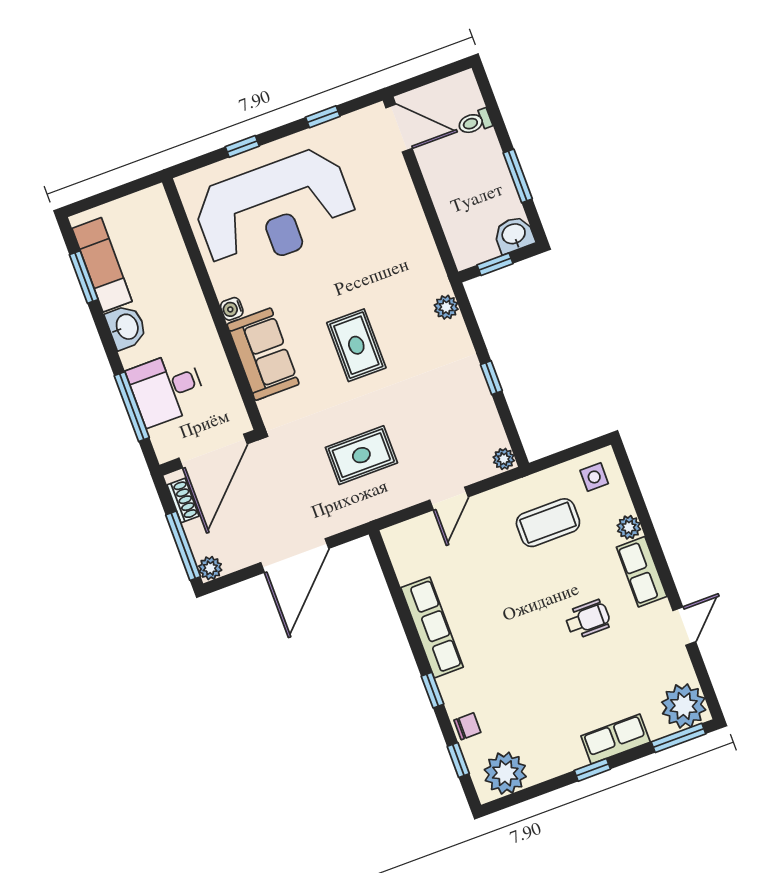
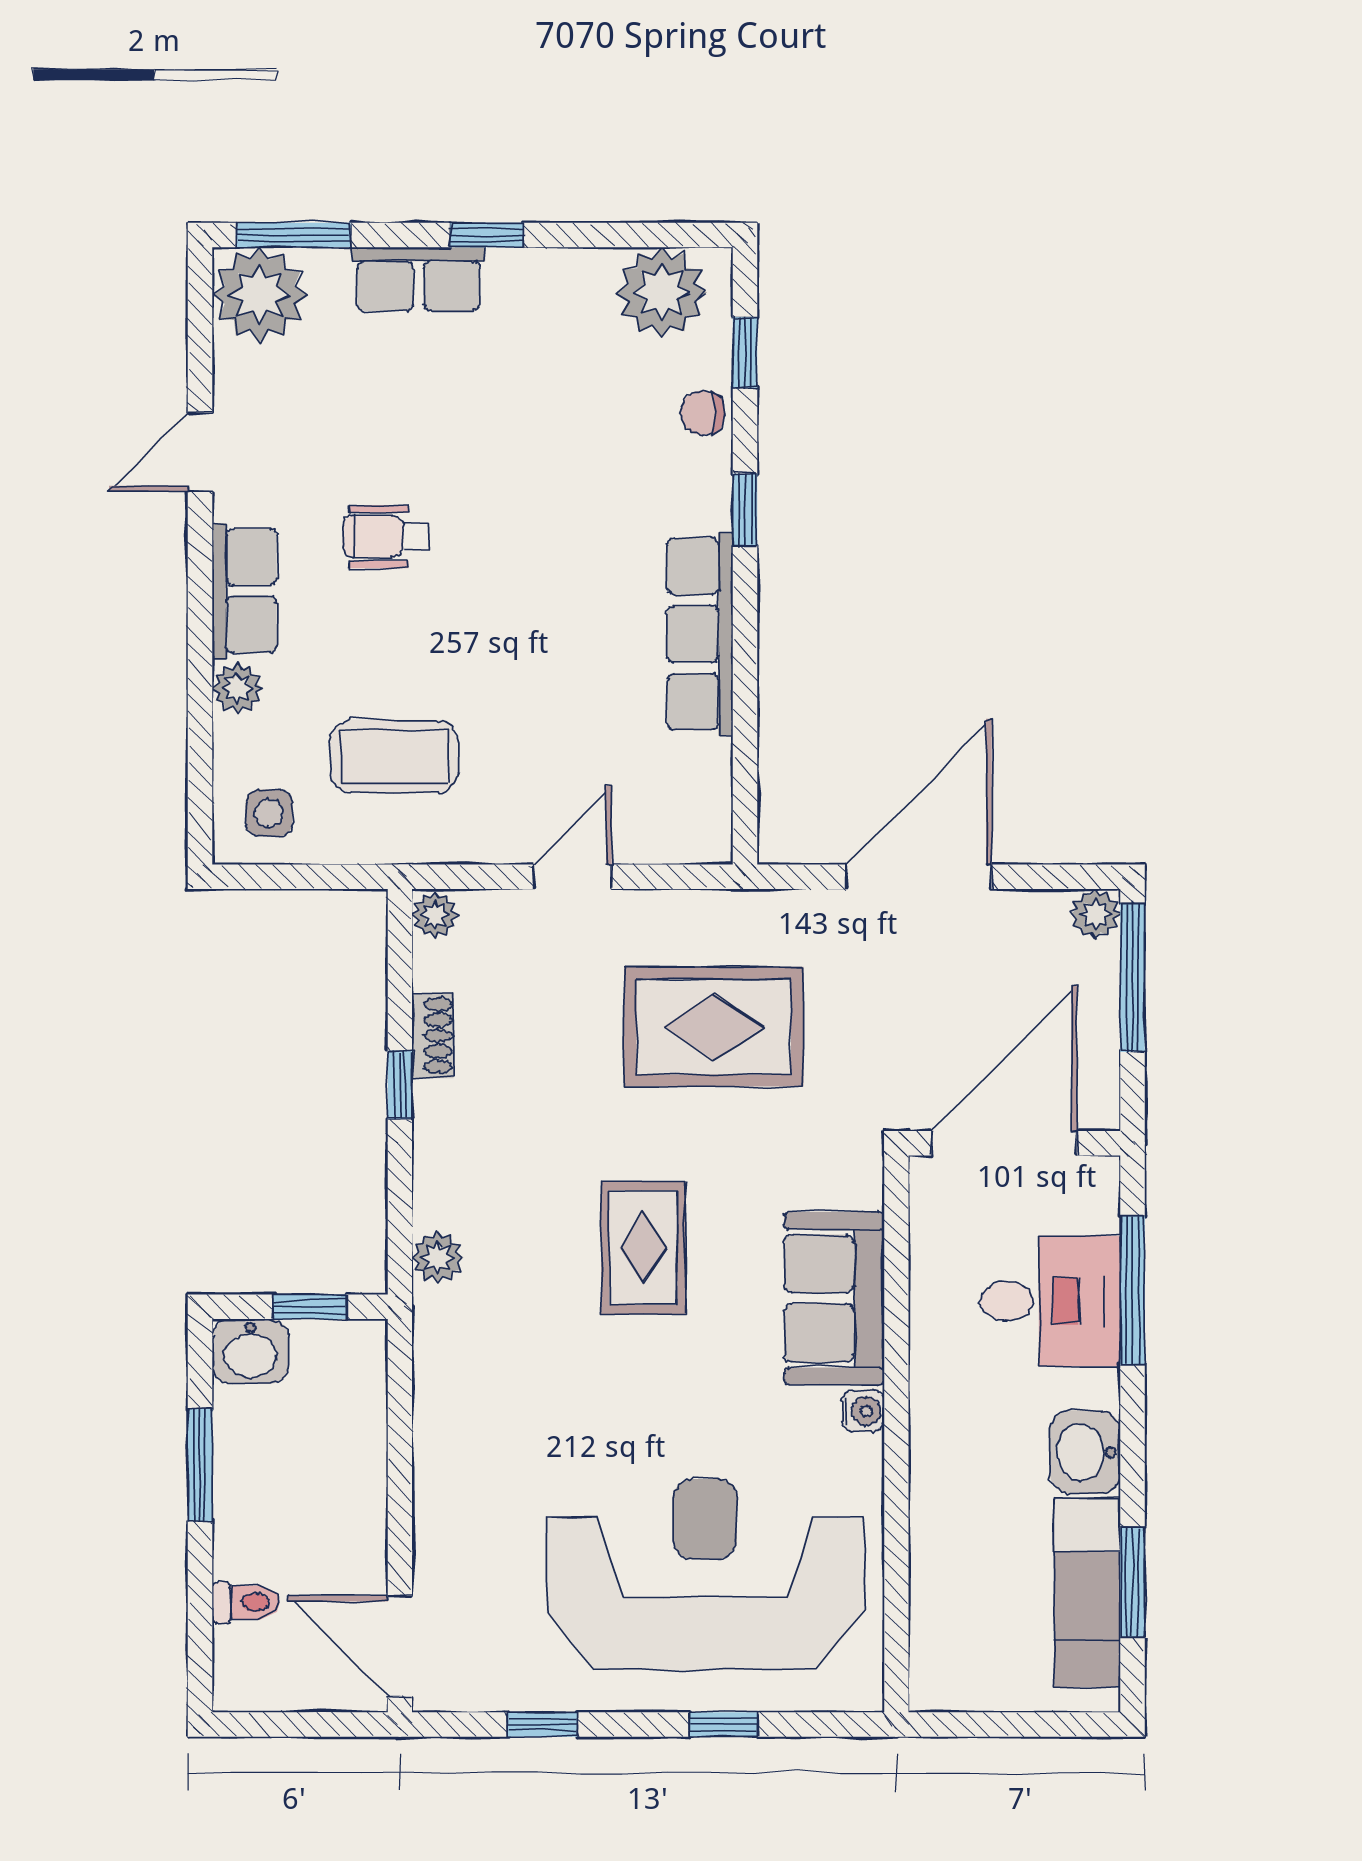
rug: (361, 455) -> (714, 1027), width x1.36, depth x1.43
shoe rack: (183, 500) -> (433, 1036), moved, turned 180

